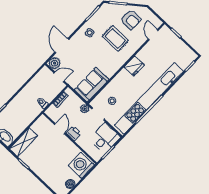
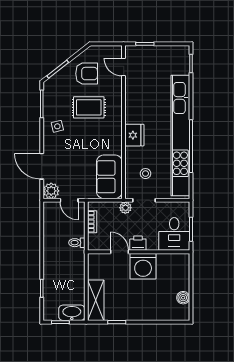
fridge: (134, 66) -> (134, 135), moved
door: (59, 77) -> (69, 200), swing flipped
desk: (105, 138) -> (174, 234), moved, turned 180
washing machine: (81, 165) -> (143, 266), moved, turned -90

